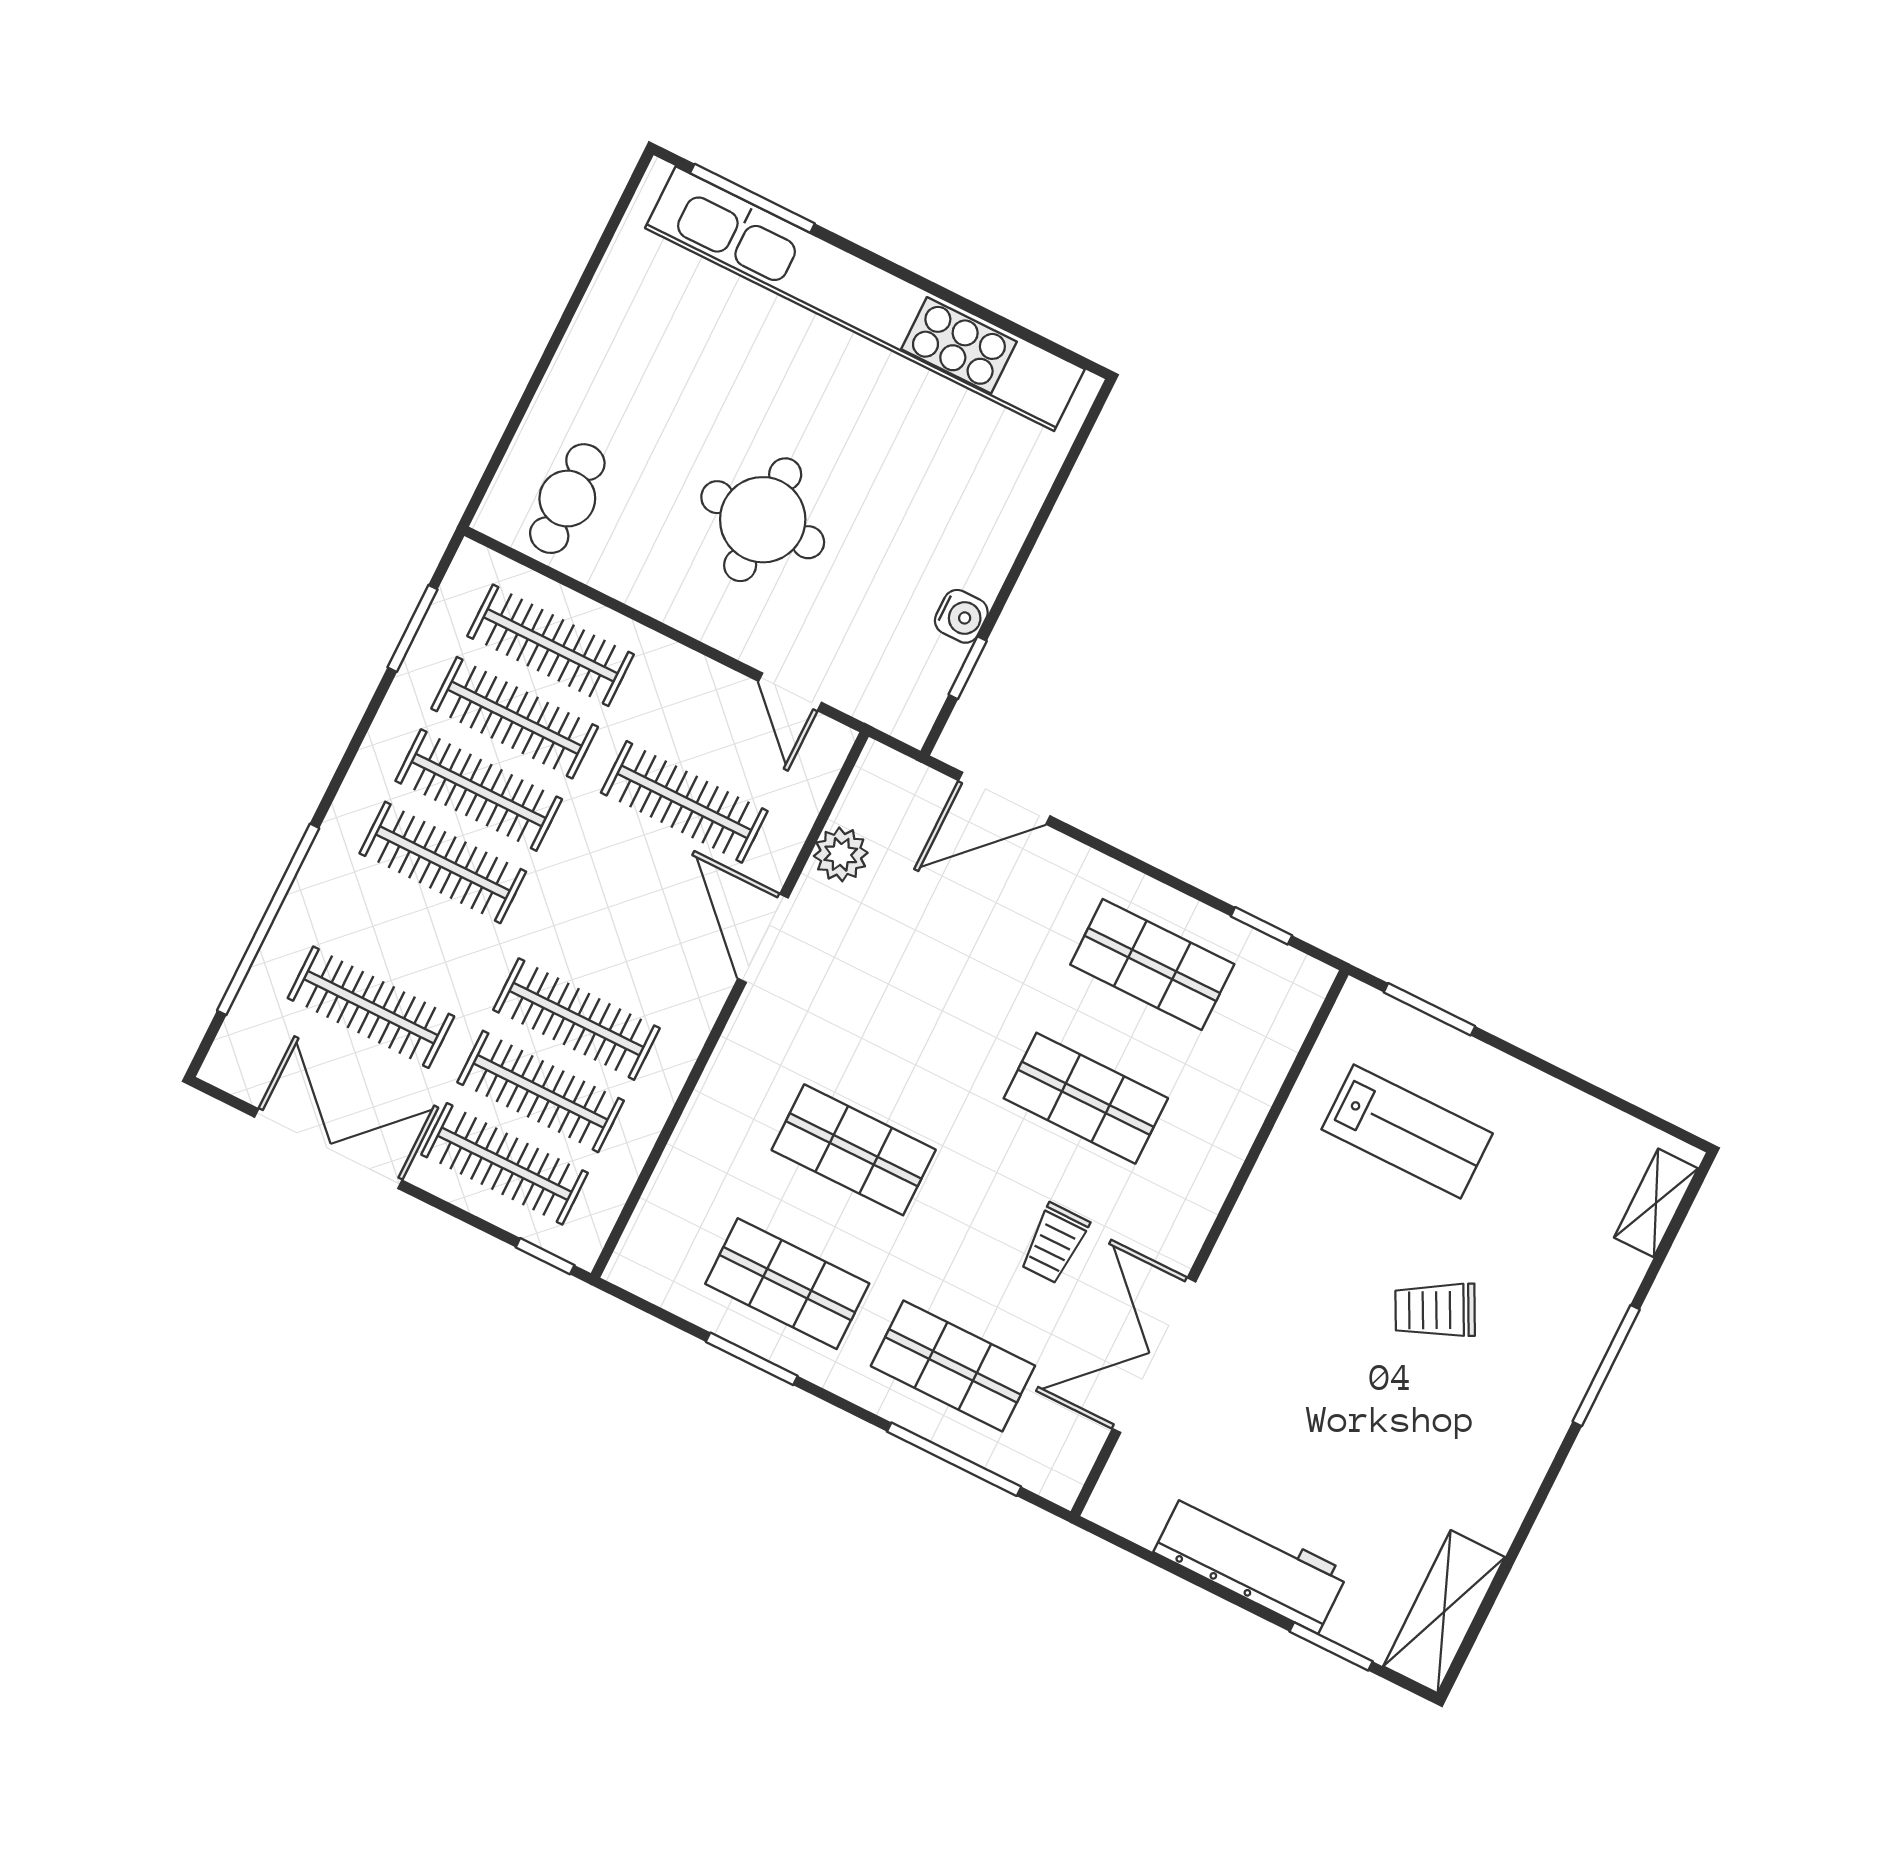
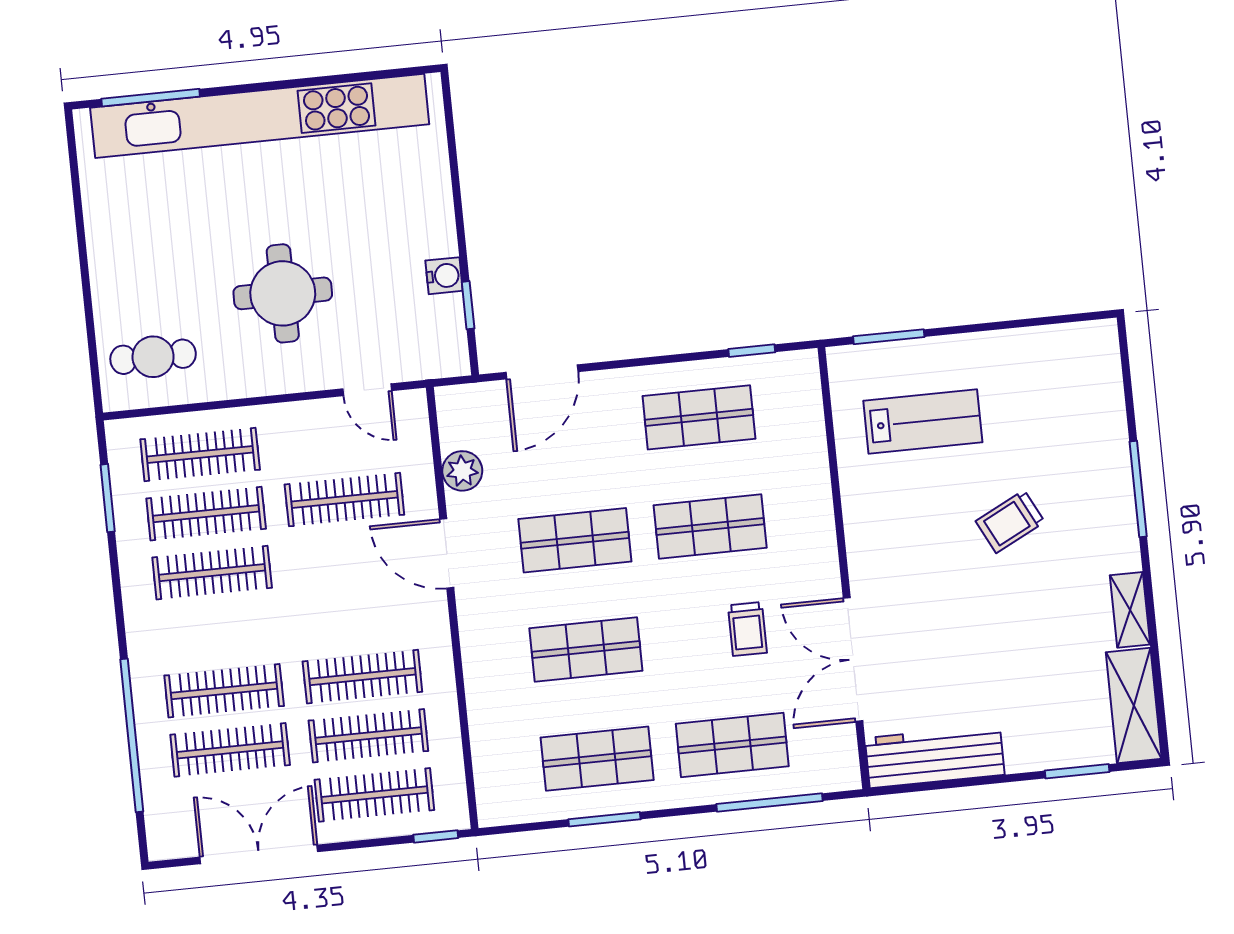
cafe table: (567, 499) -> (153, 357), turned 90
clothes rail: (443, 862) -> (224, 691), moved
shop shelf: (920, 1016) -> (575, 540), added
shelving: (1656, 1203) -> (1130, 610), moved
workbench: (1251, 1562) -> (935, 756), moved

